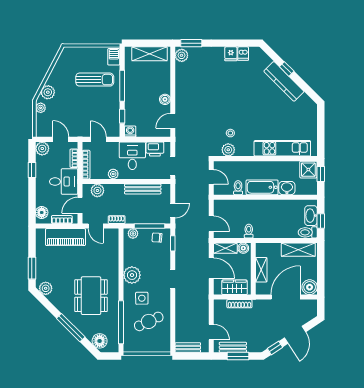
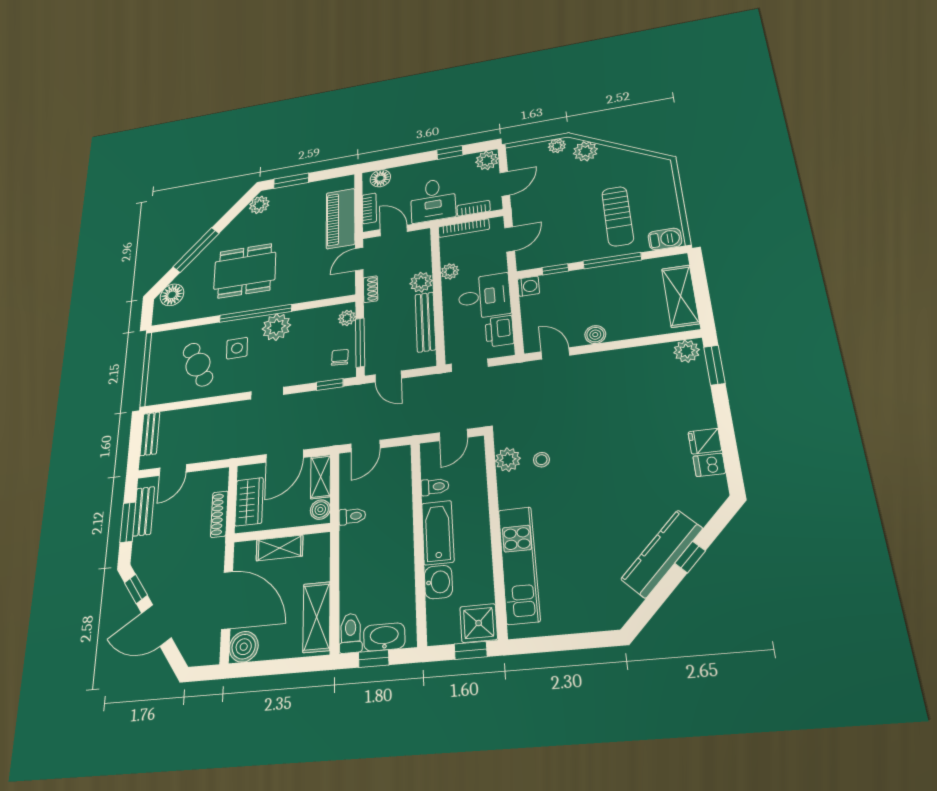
plant: (97, 190) -> (421, 282), moved
window: (121, 322) -> (255, 313), moved

